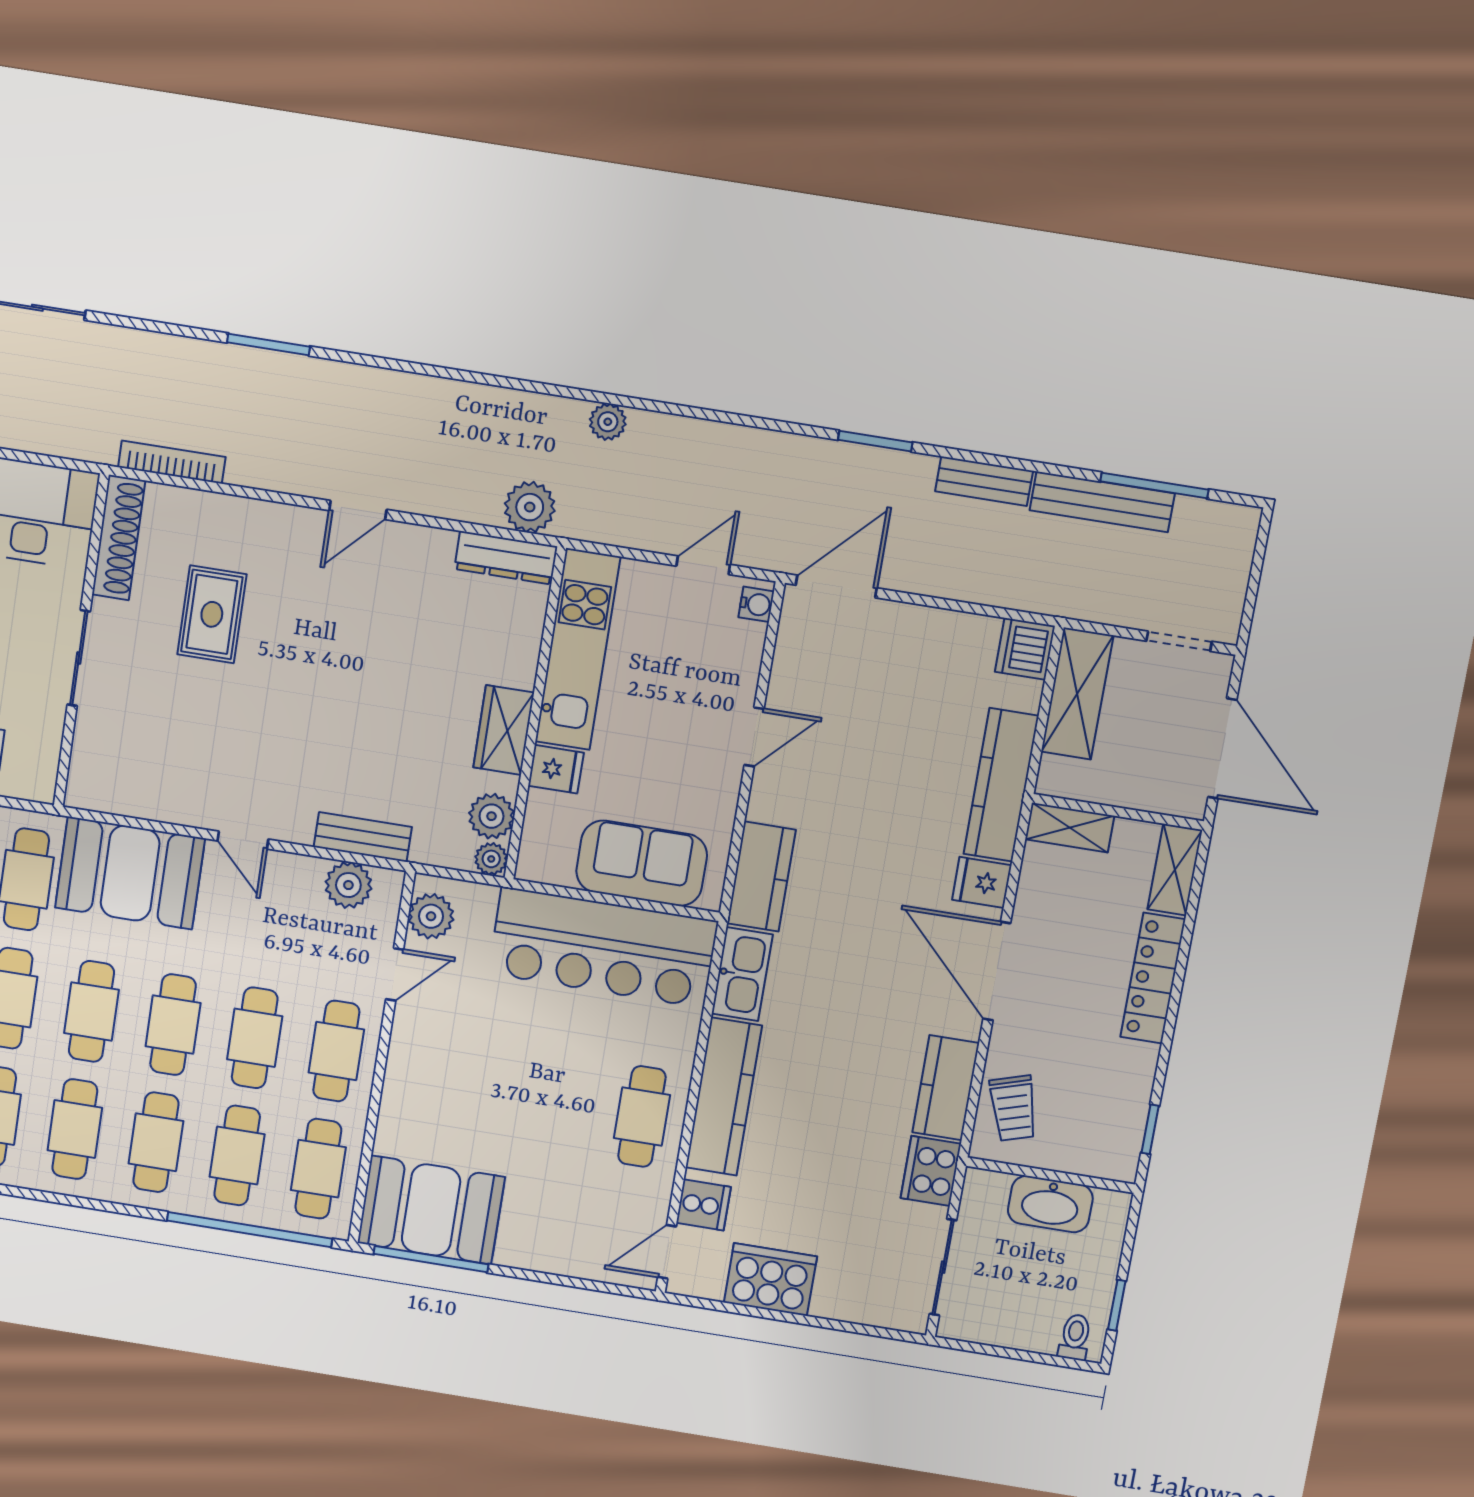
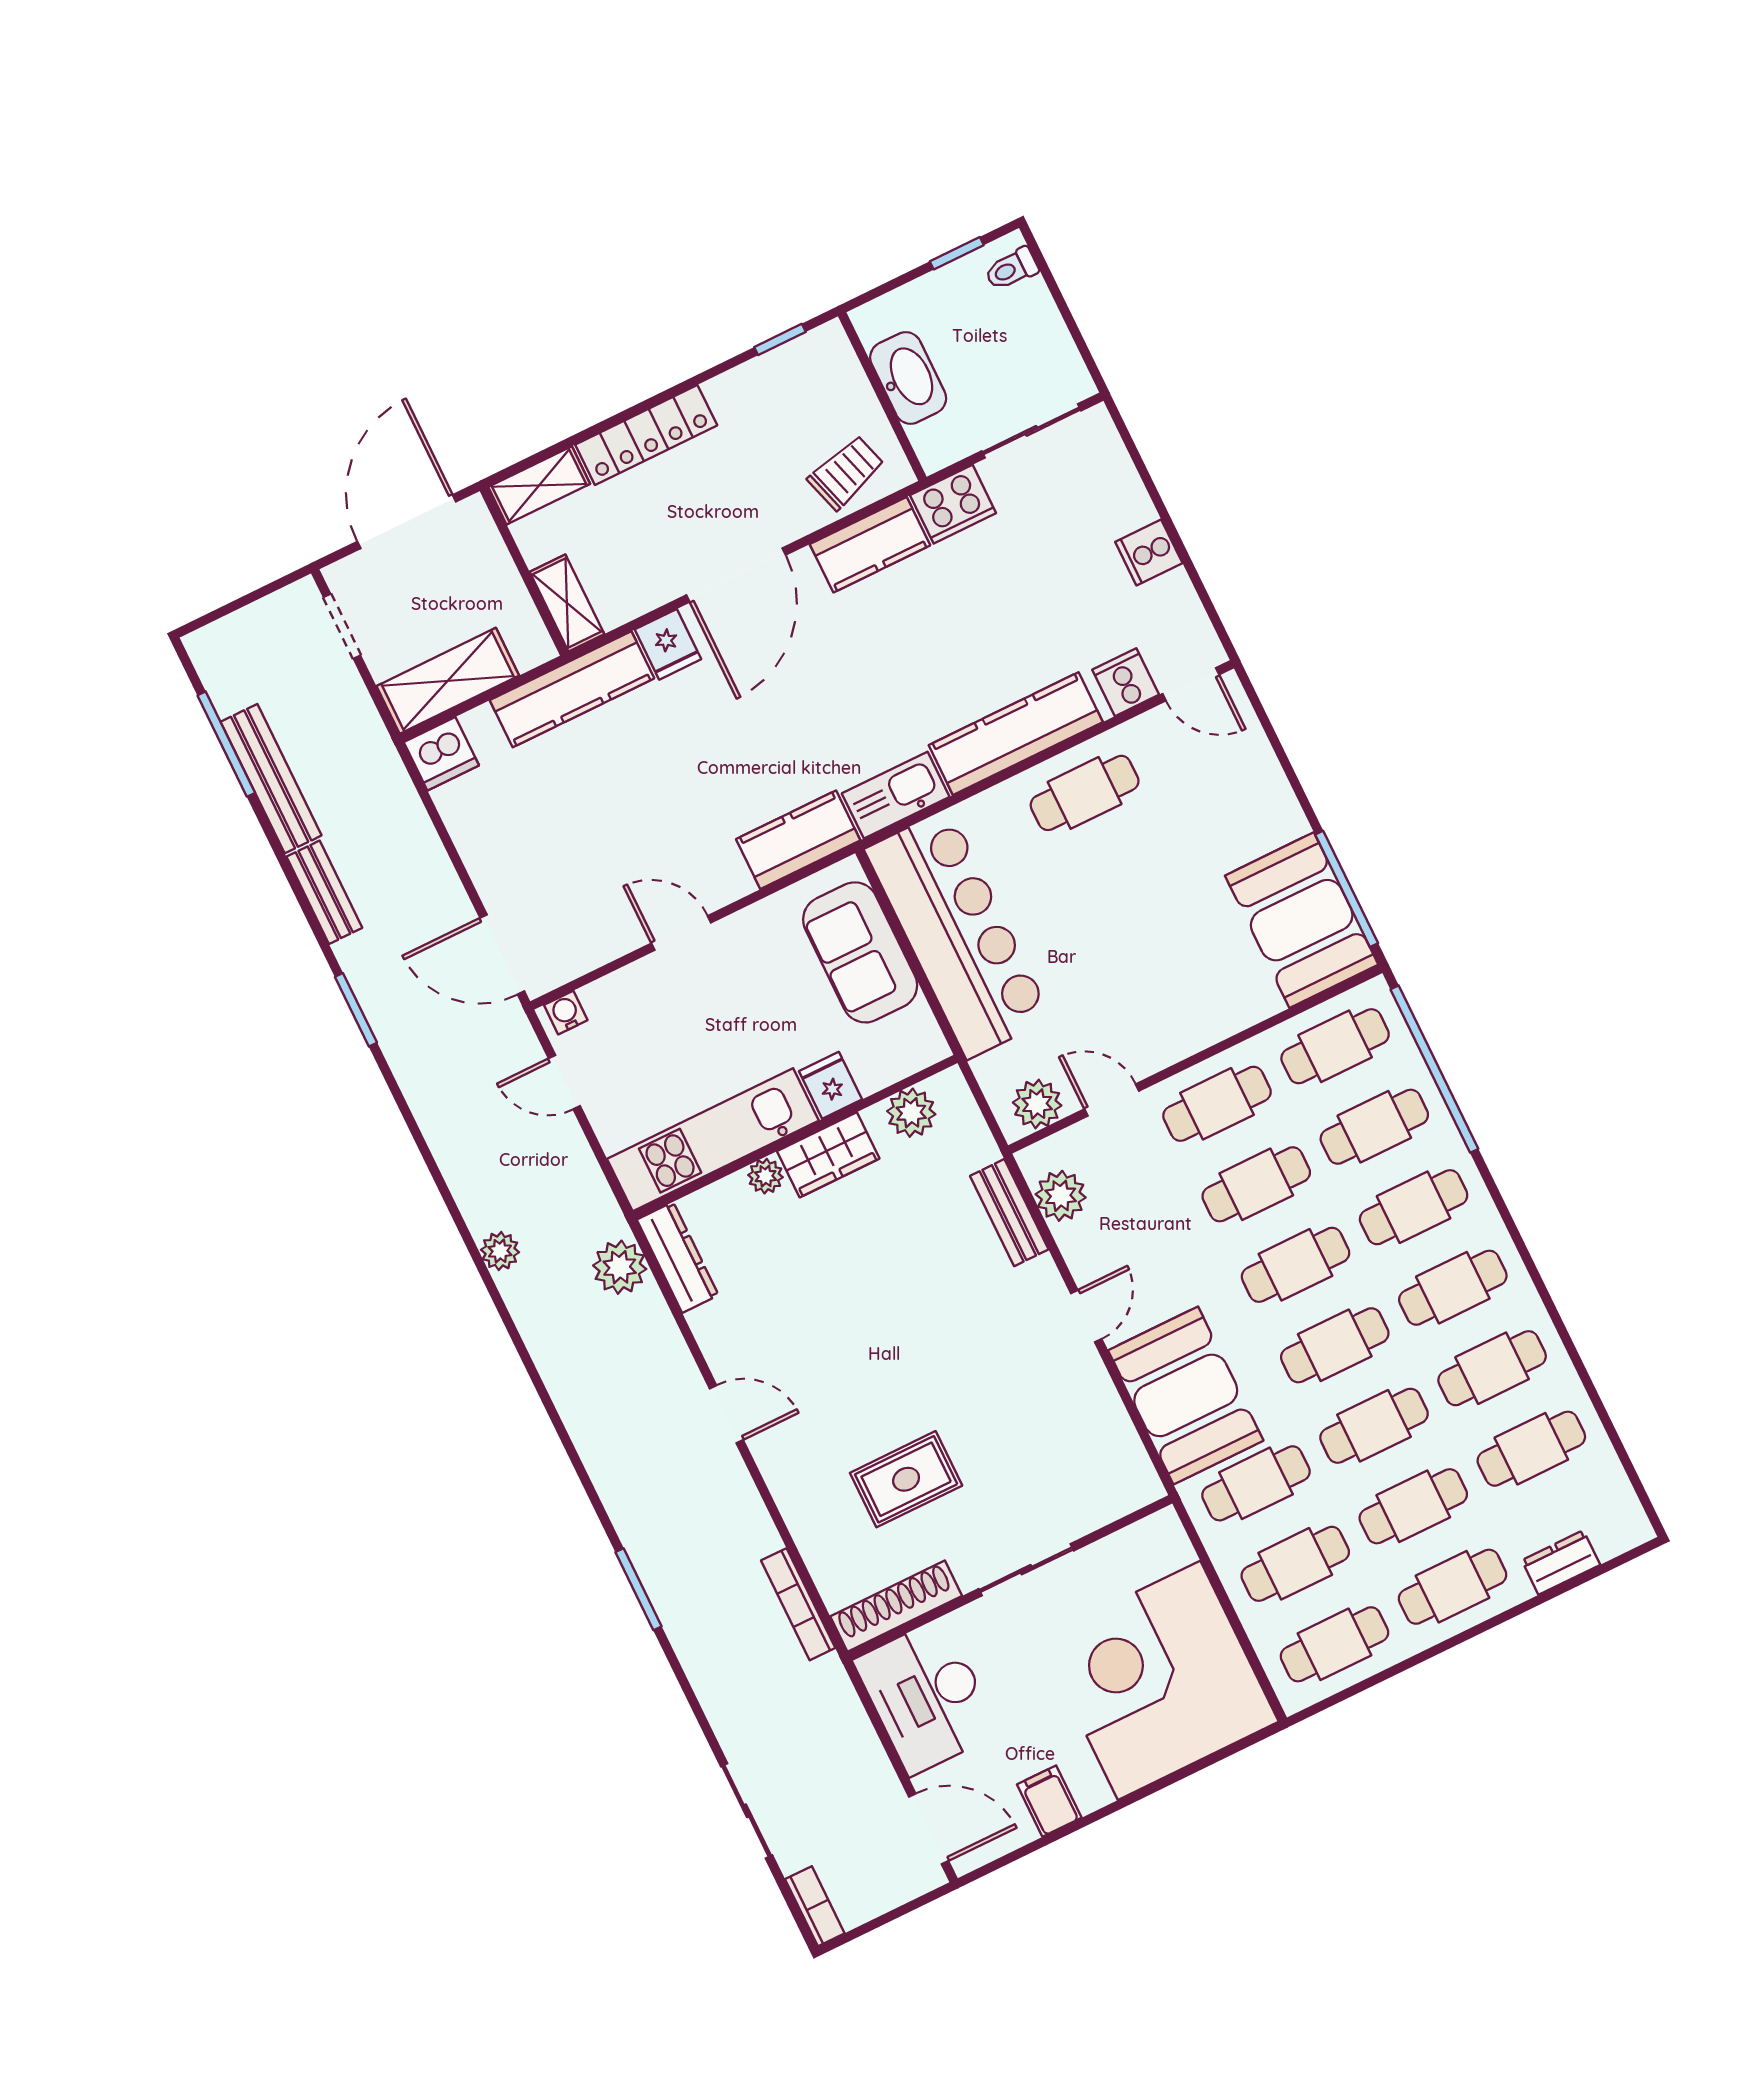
plant: (491, 859) -> (766, 1176), moved
cooker: (770, 1280) -> (1149, 552), width x0.53, depth x0.76

